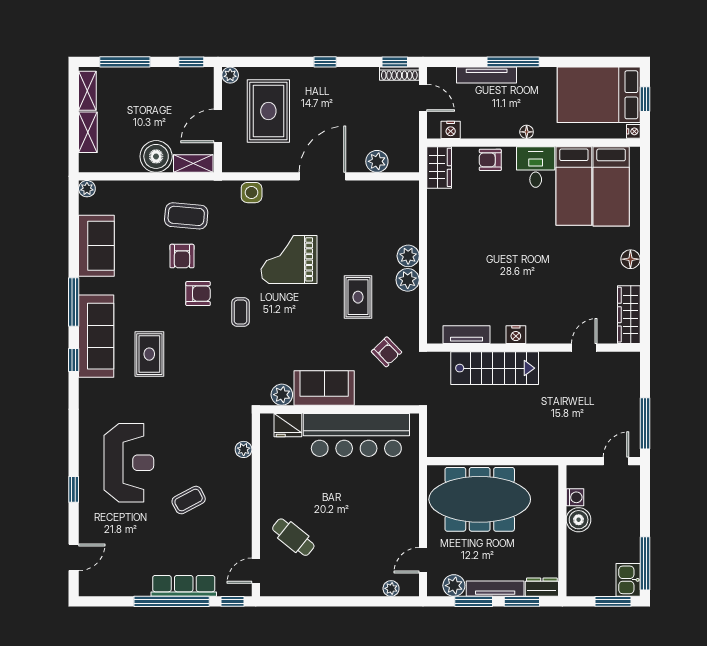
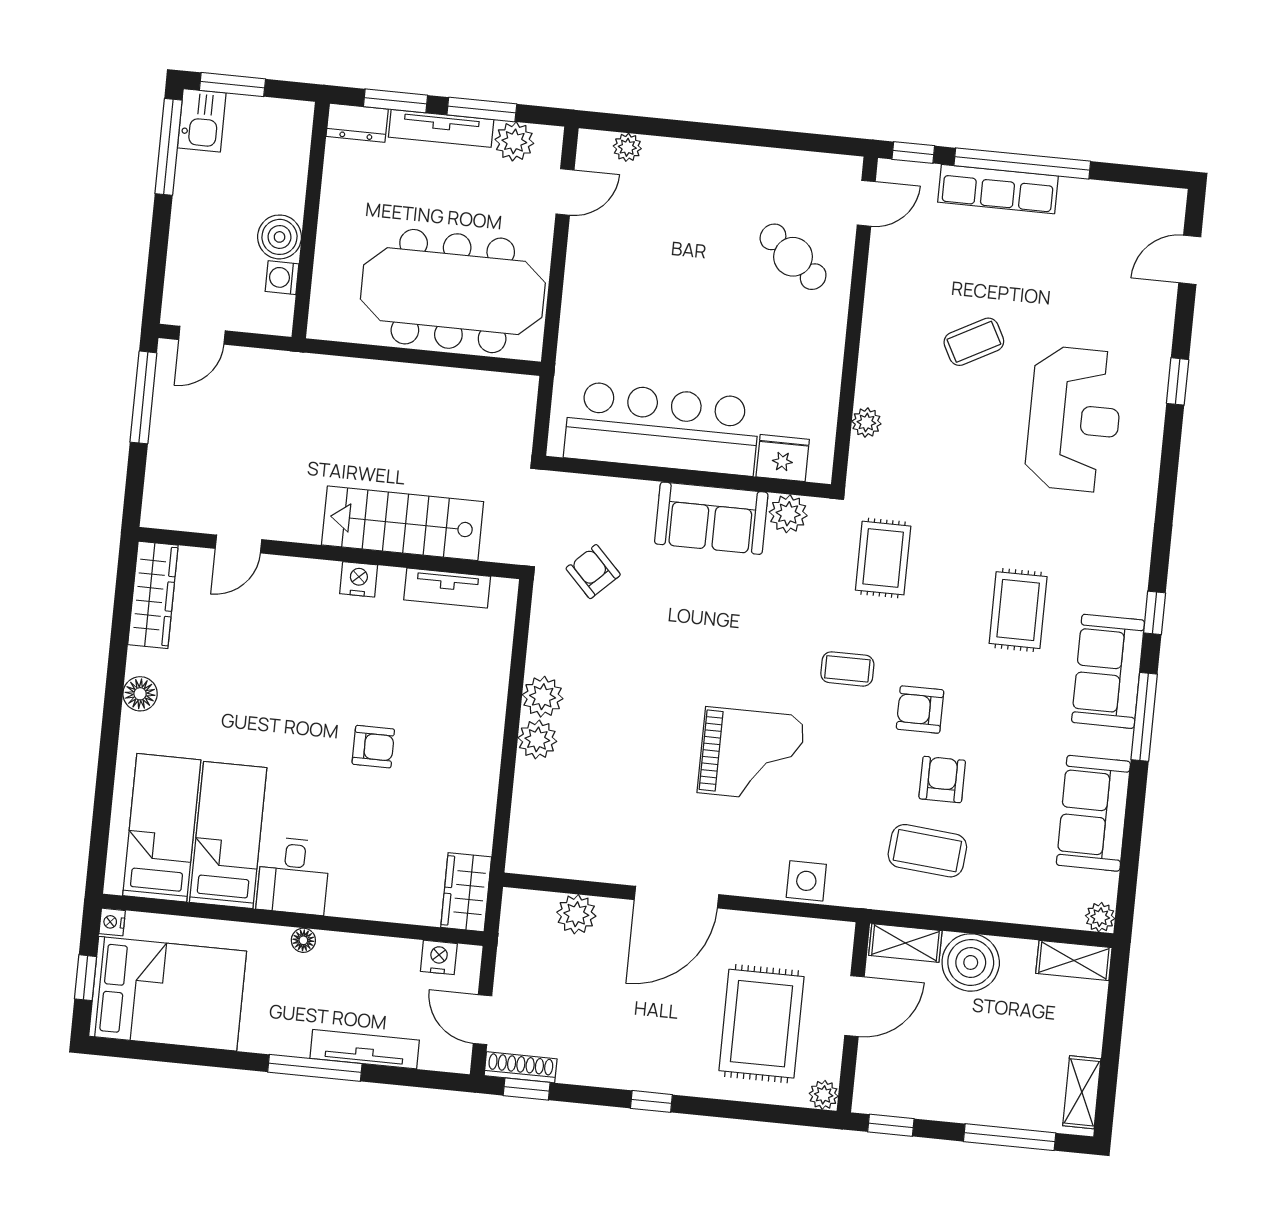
shelving: (88, 132) -> (1074, 961), moved, turned 90
armchair: (490, 160) -> (373, 747), moved
rug: (358, 297) -> (883, 558), moved
coffee table: (241, 312) -> (847, 669), turned 90
sofa: (96, 336) -> (1108, 671), width x0.73
reception desk: (129, 463) -> (1074, 419), turned 180

